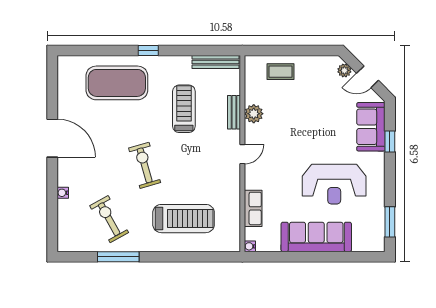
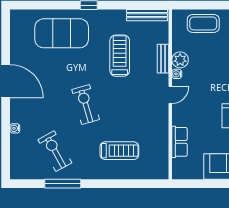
coffee table: (280, 72) -> (203, 23), width x1.36, depth x1.30
treadmill: (184, 219) -> (119, 151), width x0.73, depth x0.73
water cooler: (250, 246) -> (177, 74), moved

